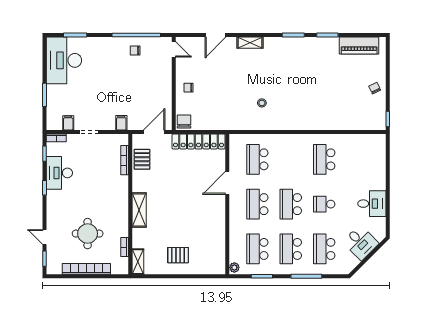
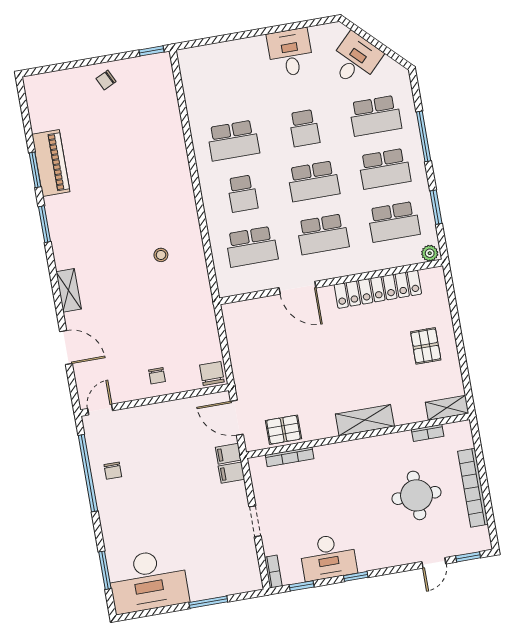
piano: (359, 45) -> (51, 163), moved
chair: (184, 121) -> (212, 374), turned 90
filing cabinet: (68, 123) -> (228, 454), moved
locker: (199, 141) -> (378, 289), moved, turned 90
school desk: (291, 159) -> (242, 194), added

